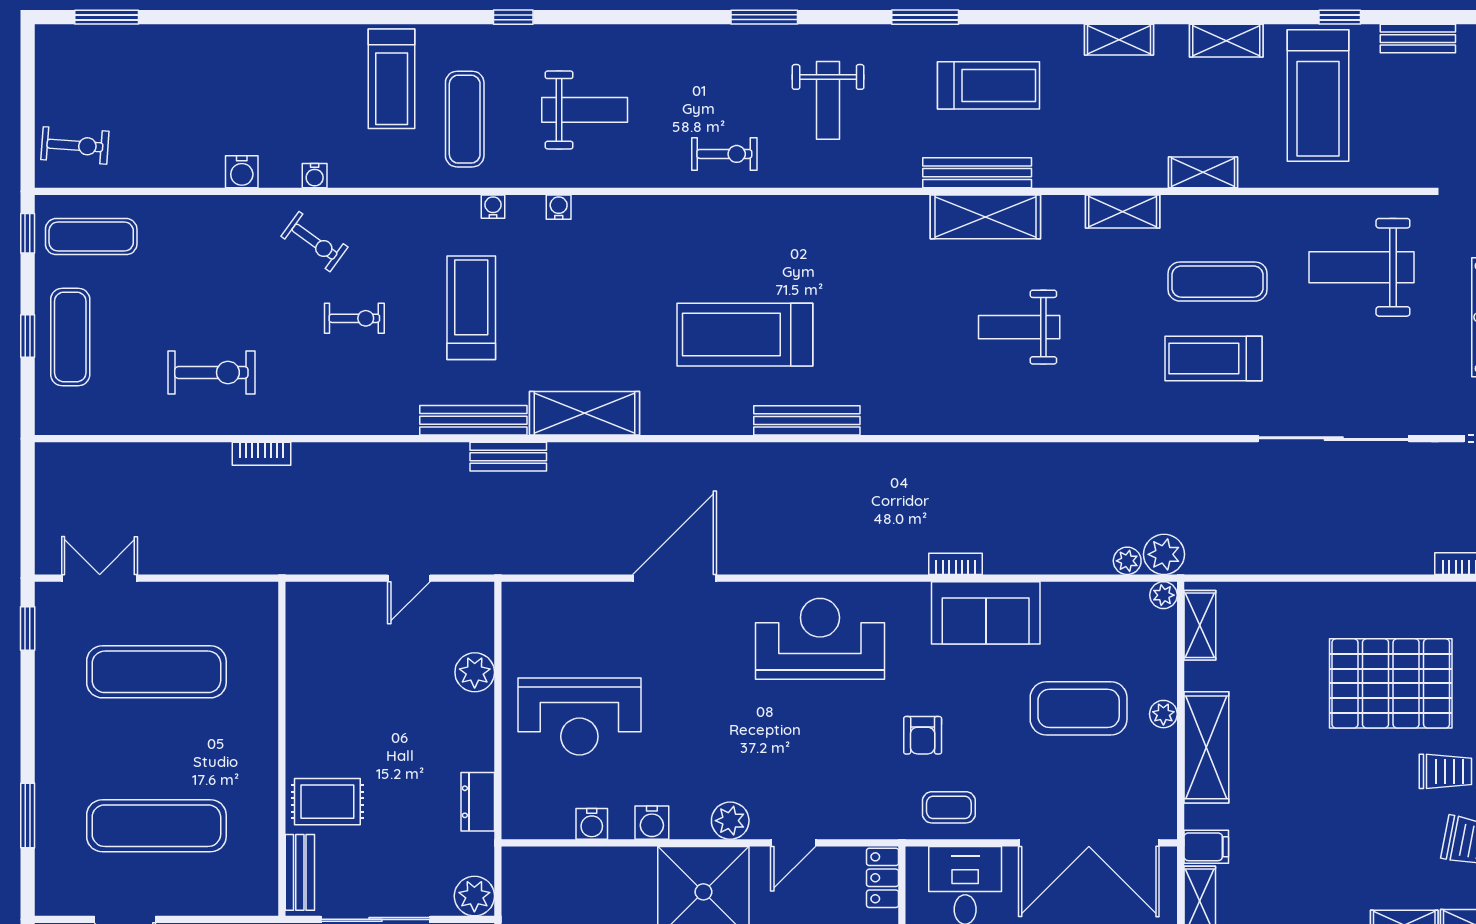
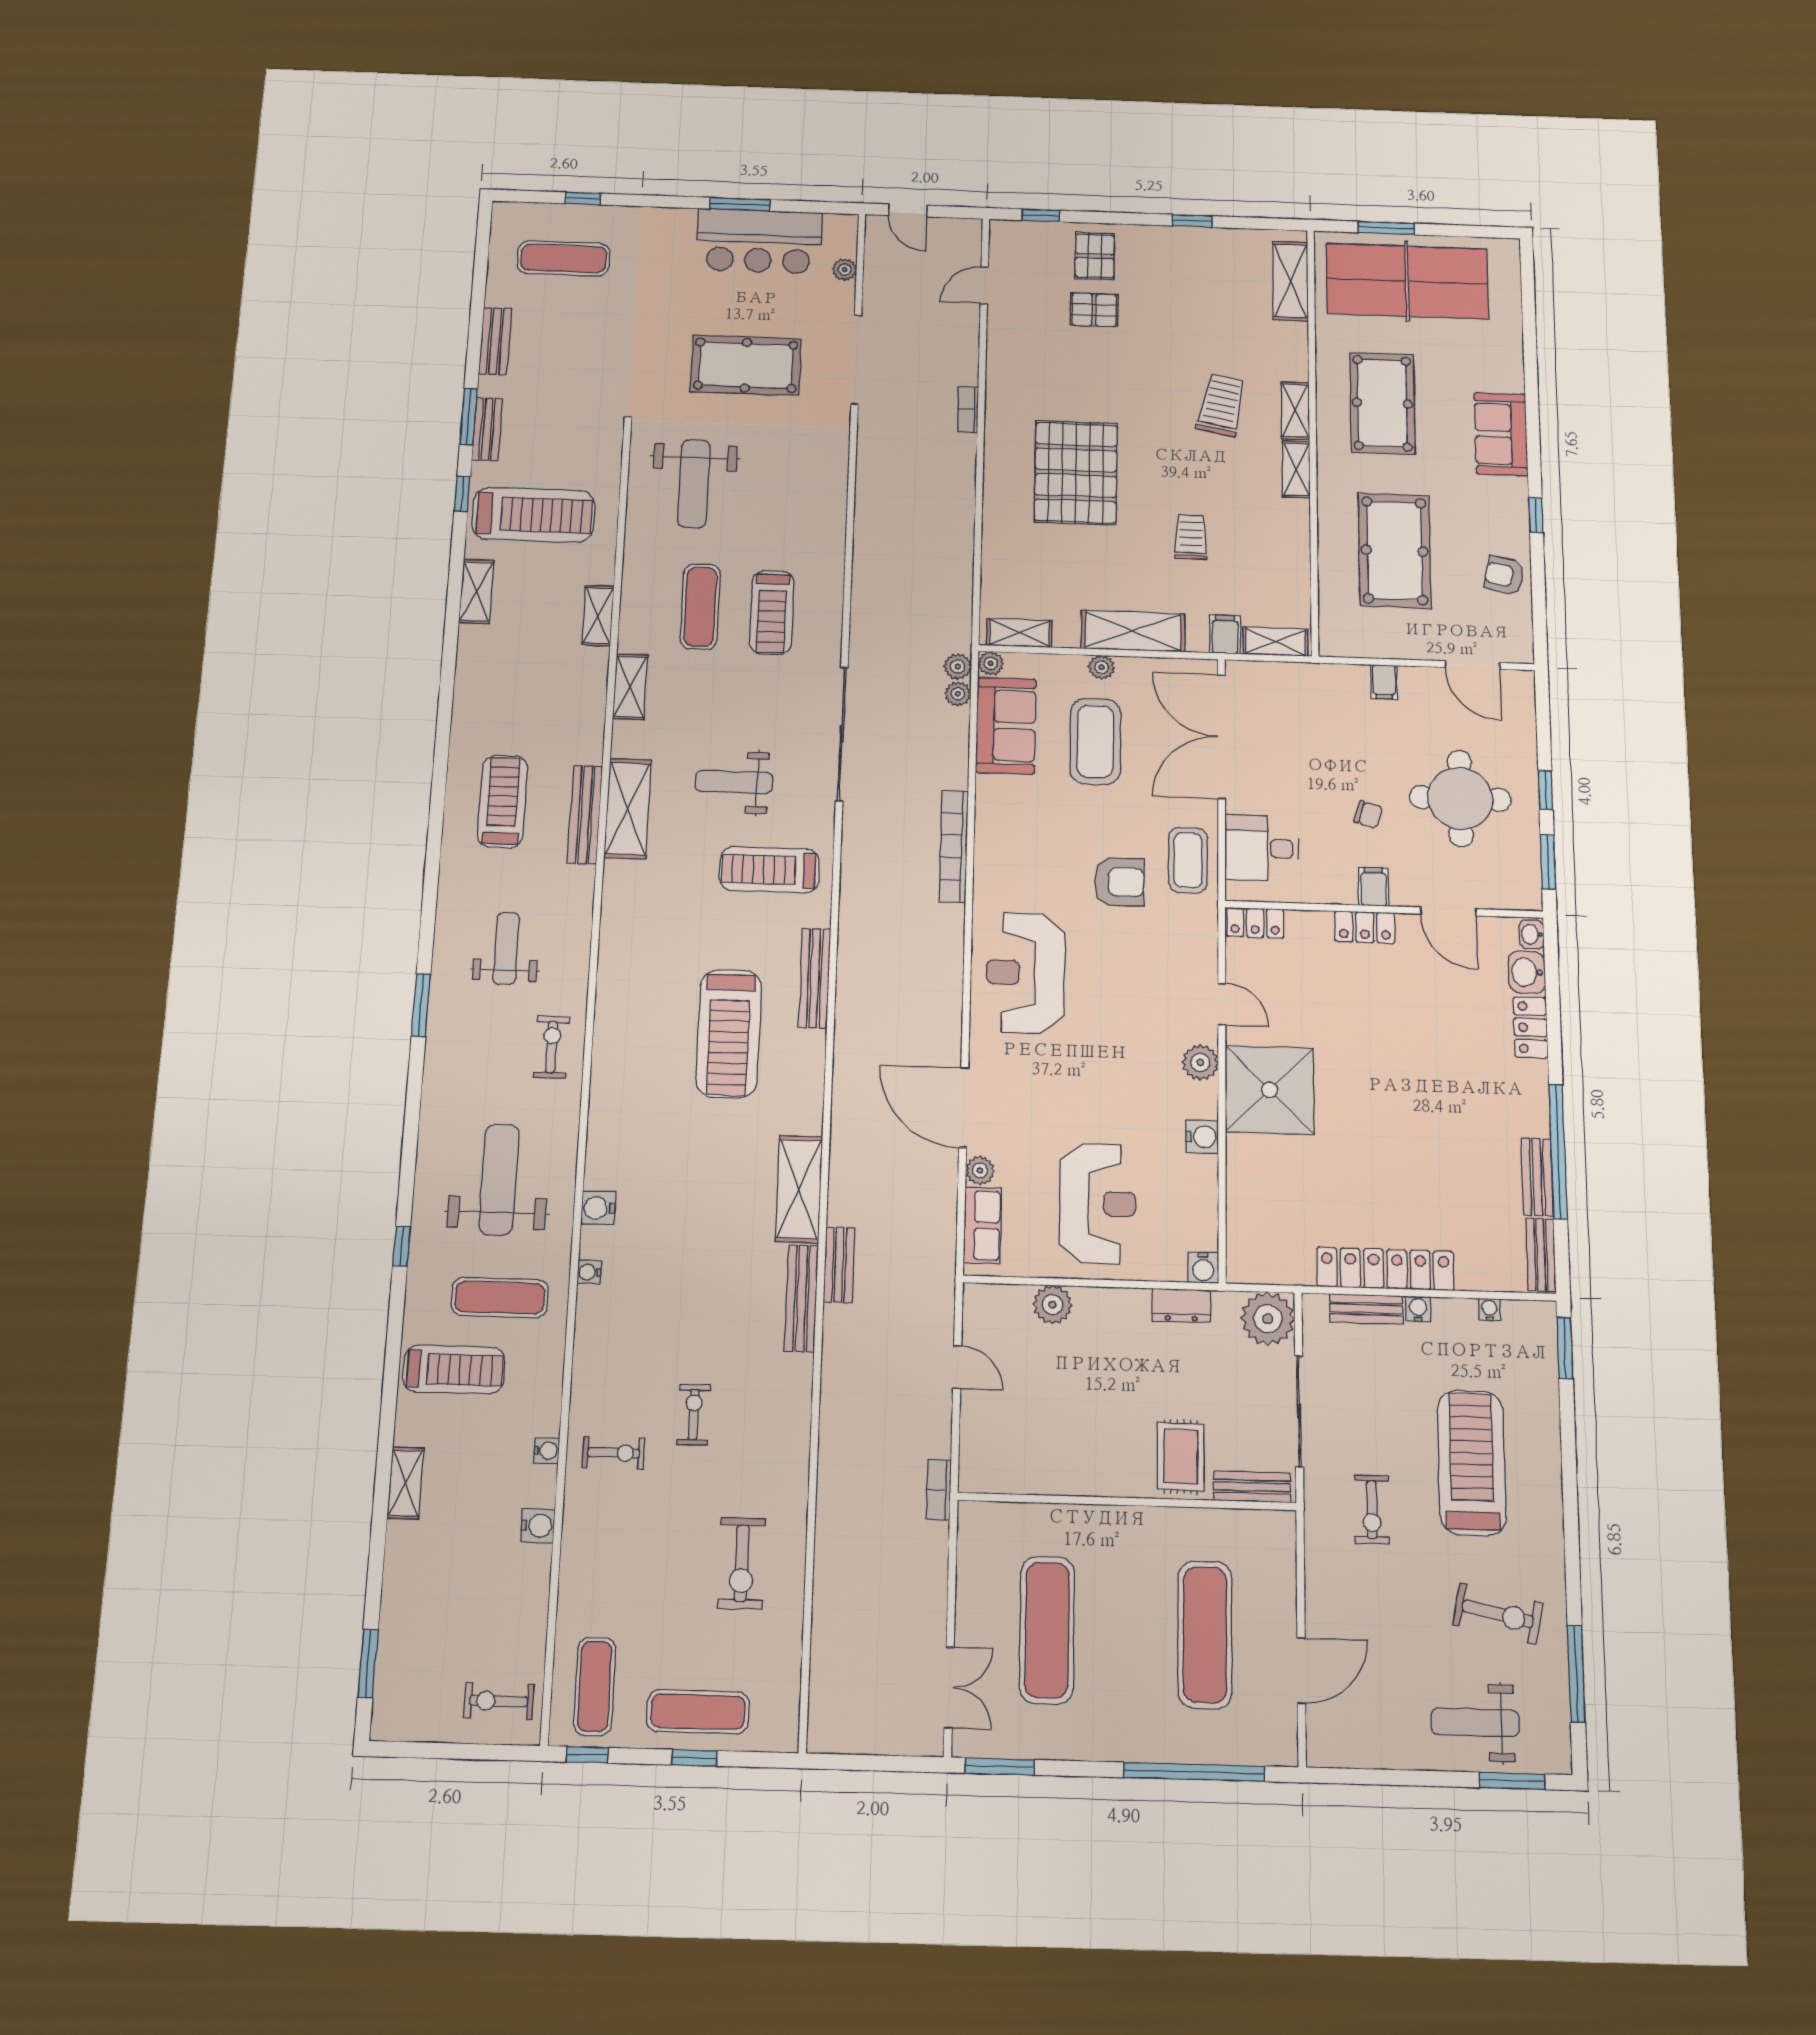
window: (925, 17) -> (469, 417), moved
shelving: (1119, 40) -> (405, 1483), moved
weight bench: (828, 100) -> (506, 948), turned -90
weight bench: (585, 110) -> (499, 1179), width x1.36, depth x1.33
exercise bike: (75, 145) -> (499, 1701), turned -94
water cooler: (559, 207) -> (598, 1208), width x1.38, depth x1.38
exercise bike: (314, 242) -> (614, 1453), turned 54
treadmill: (471, 308) -> (769, 870), moved
weight bench: (1019, 327) -> (734, 782), turned 90
exercise bike: (211, 372) -> (742, 1563), turned 180
sliding door: (1334, 439) -> (842, 734), moved
bookcase: (262, 454) -> (939, 1490), moved, turned 180
plant: (1164, 554) -> (958, 667), width x0.73, depth x0.73
bookcase: (956, 564) -> (954, 846), width x2.31, depth x1.31
double door: (100, 578) -> (949, 1688), swing flipped
plant: (609, 596) -> (980, 1171), added
row of seats: (553, 600) -> (983, 1225), added
sofa: (986, 613) -> (1006, 726), moved
window: (28, 628) -> (1000, 1766), width x1.50
armchair: (923, 735) -> (1119, 882), width x1.38, depth x1.38
trolley: (1445, 771) -> (1191, 537), moved
coffee table: (949, 807) -> (1188, 860), width x1.36, depth x1.30
window: (28, 816) -> (1194, 1772), width x2.11
water cooler: (592, 824) -> (1203, 1268), moved, turned 90
double door: (1089, 843) -> (1221, 737), swing flipped
plant: (474, 896) -> (1268, 1319), width x1.36, depth x1.36

